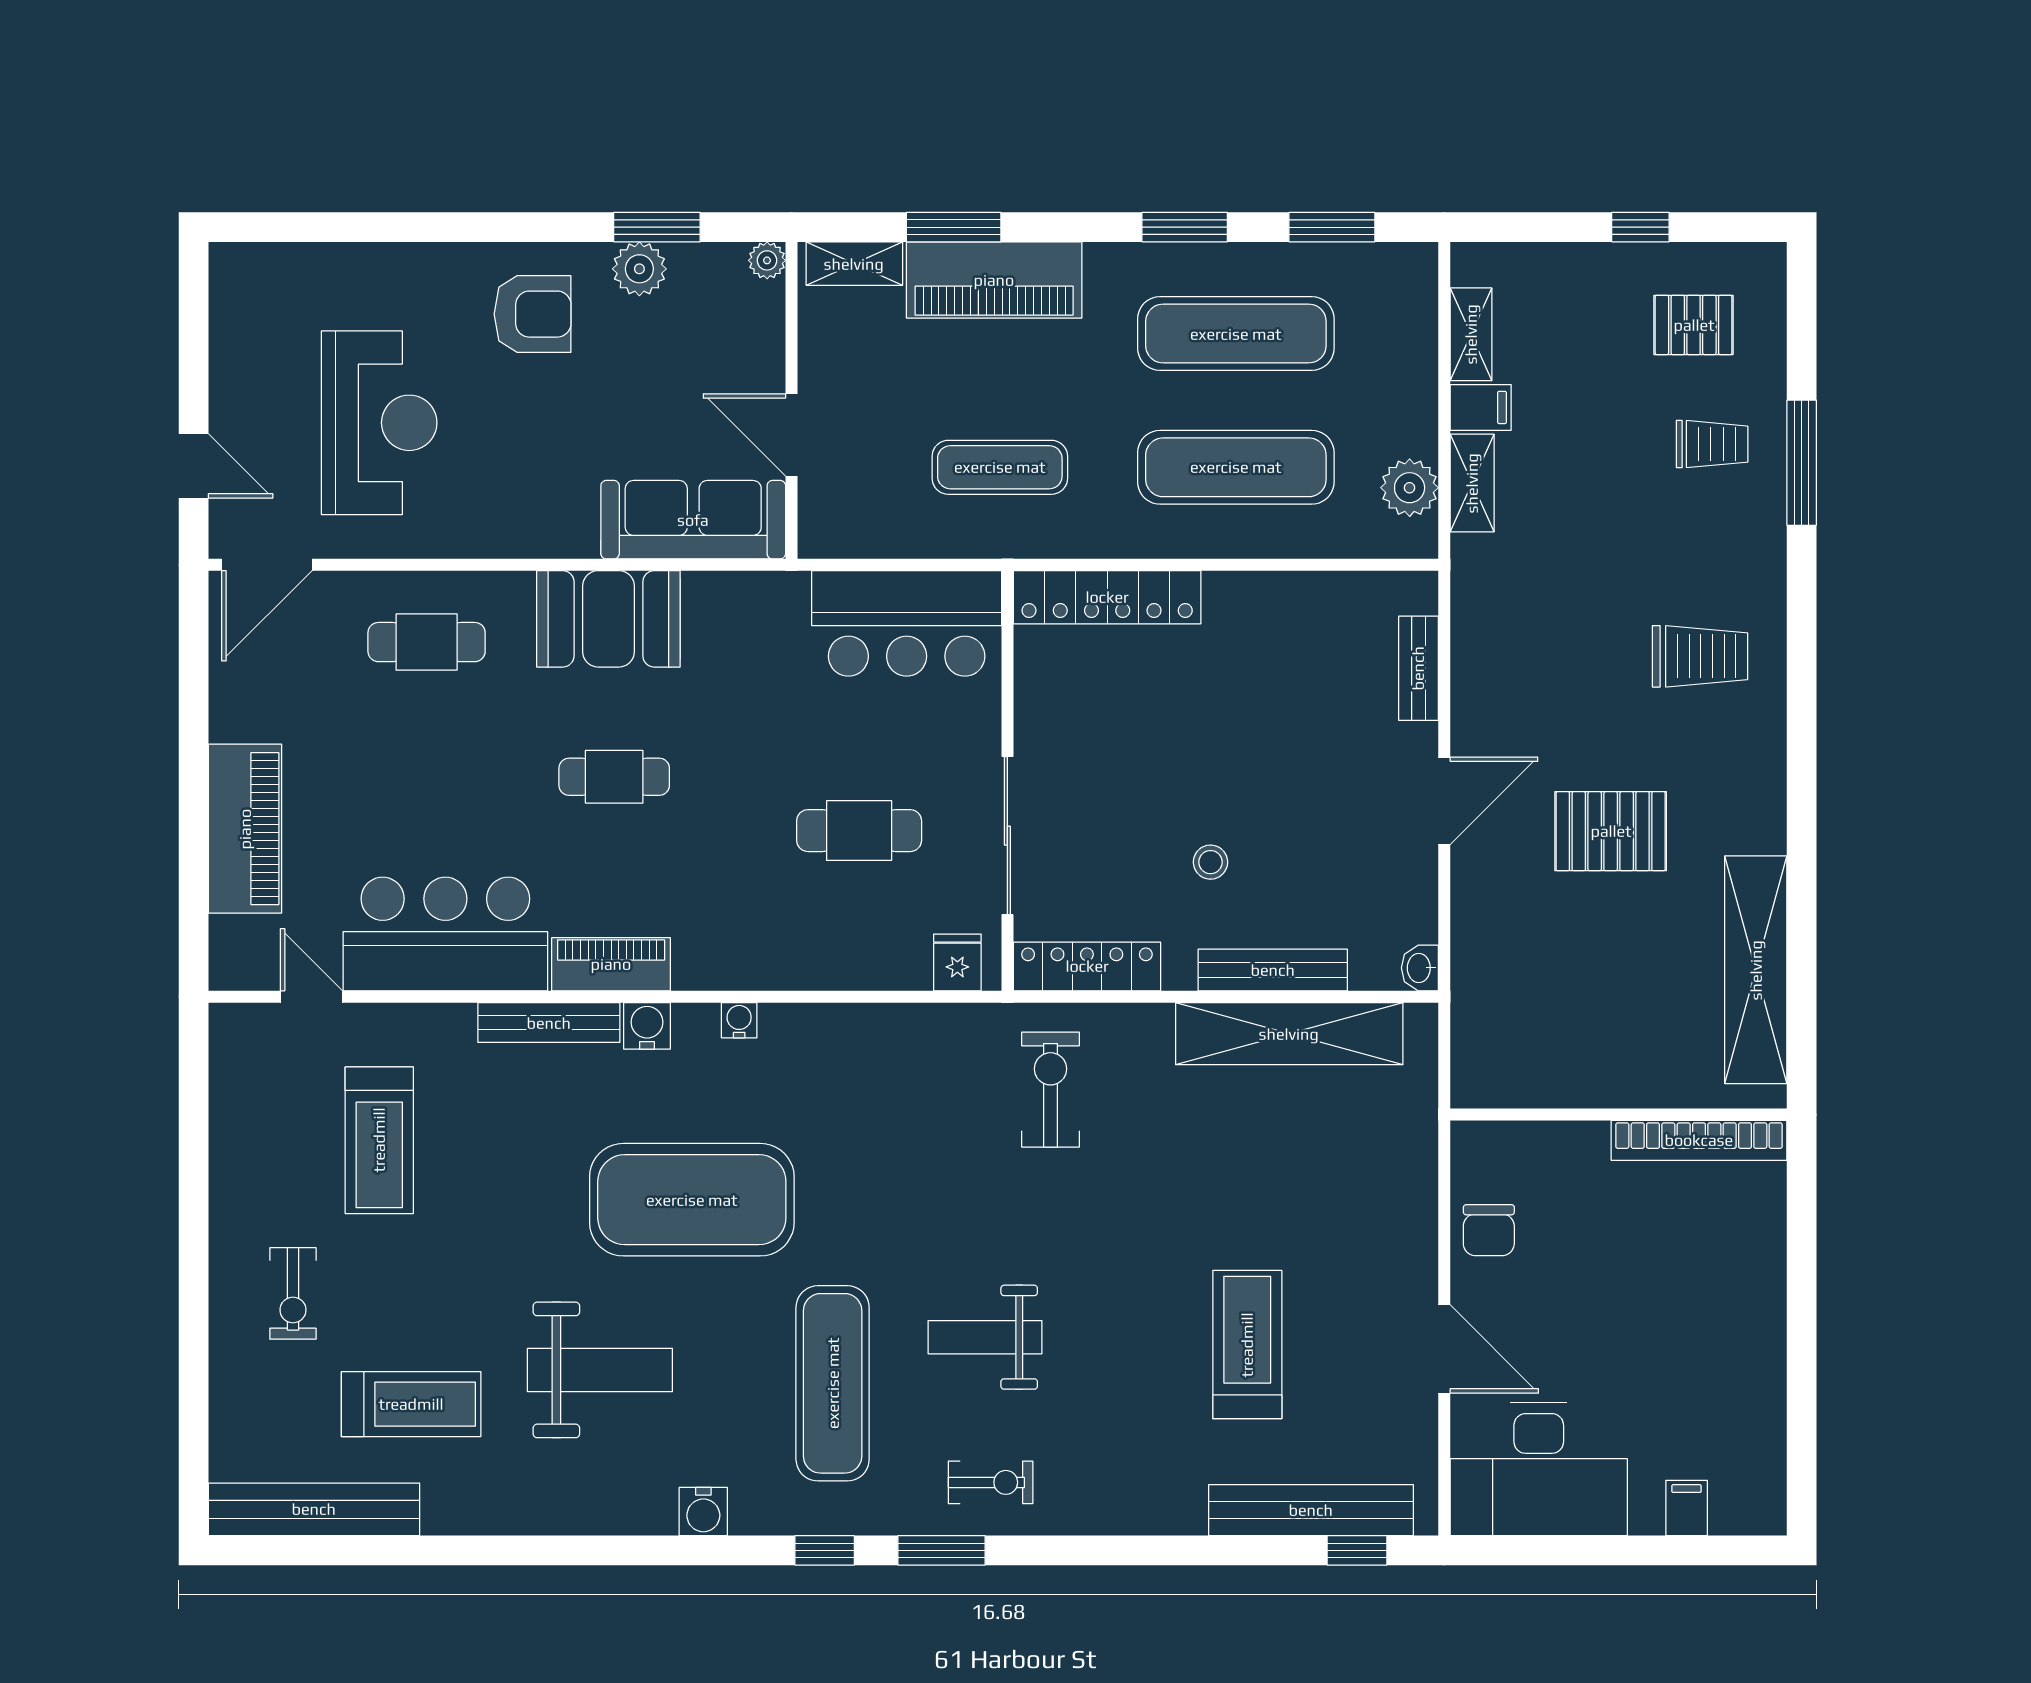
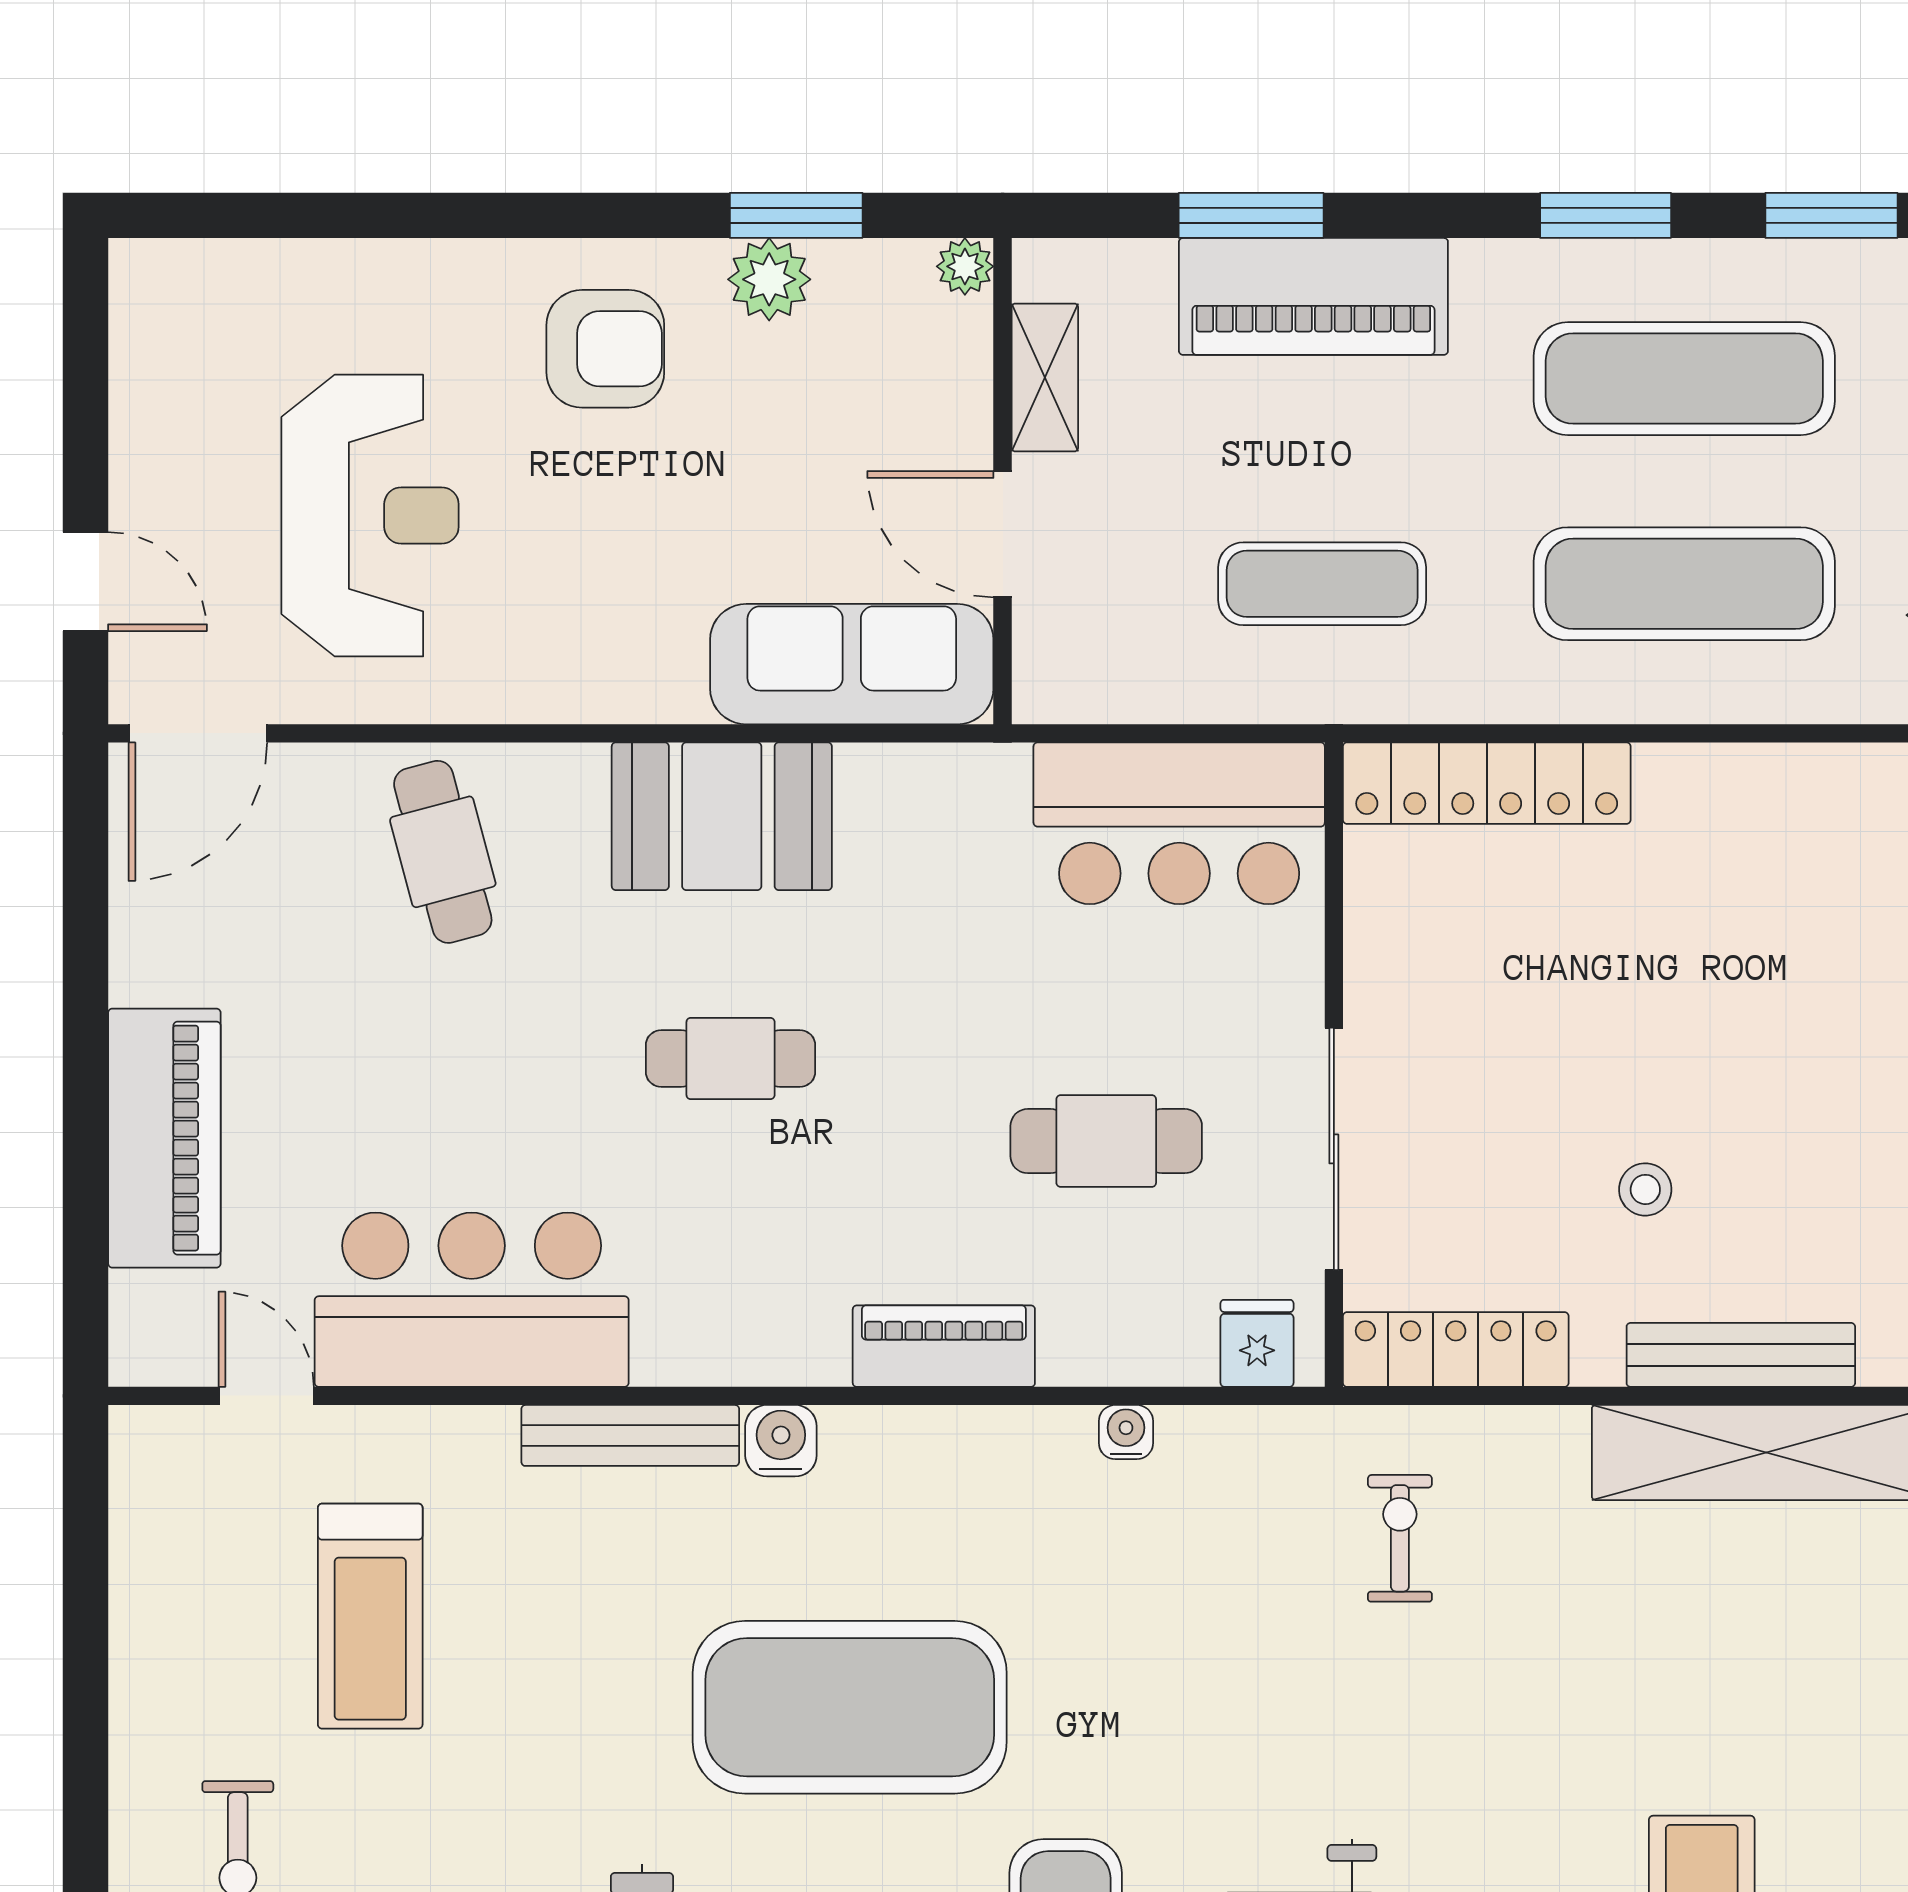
shelving: (854, 264) -> (1045, 378), moved, turned 90
cafe table: (427, 642) -> (443, 852), turned 75
piano: (611, 964) -> (944, 1346), moved
water cooler: (739, 1020) -> (1126, 1432), moved
exercise bike: (1051, 1090) -> (1400, 1538), width x0.73, depth x0.72

